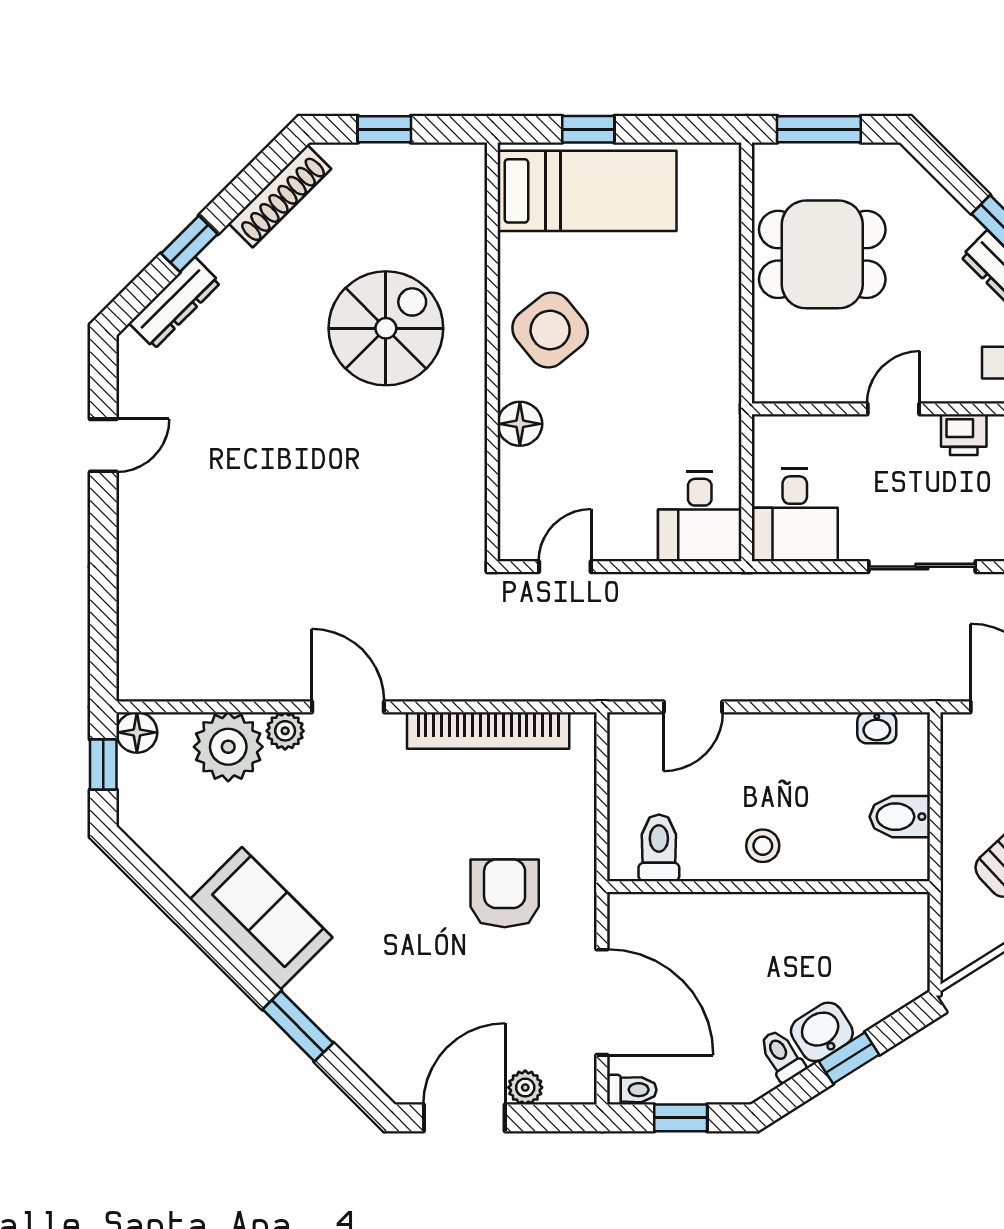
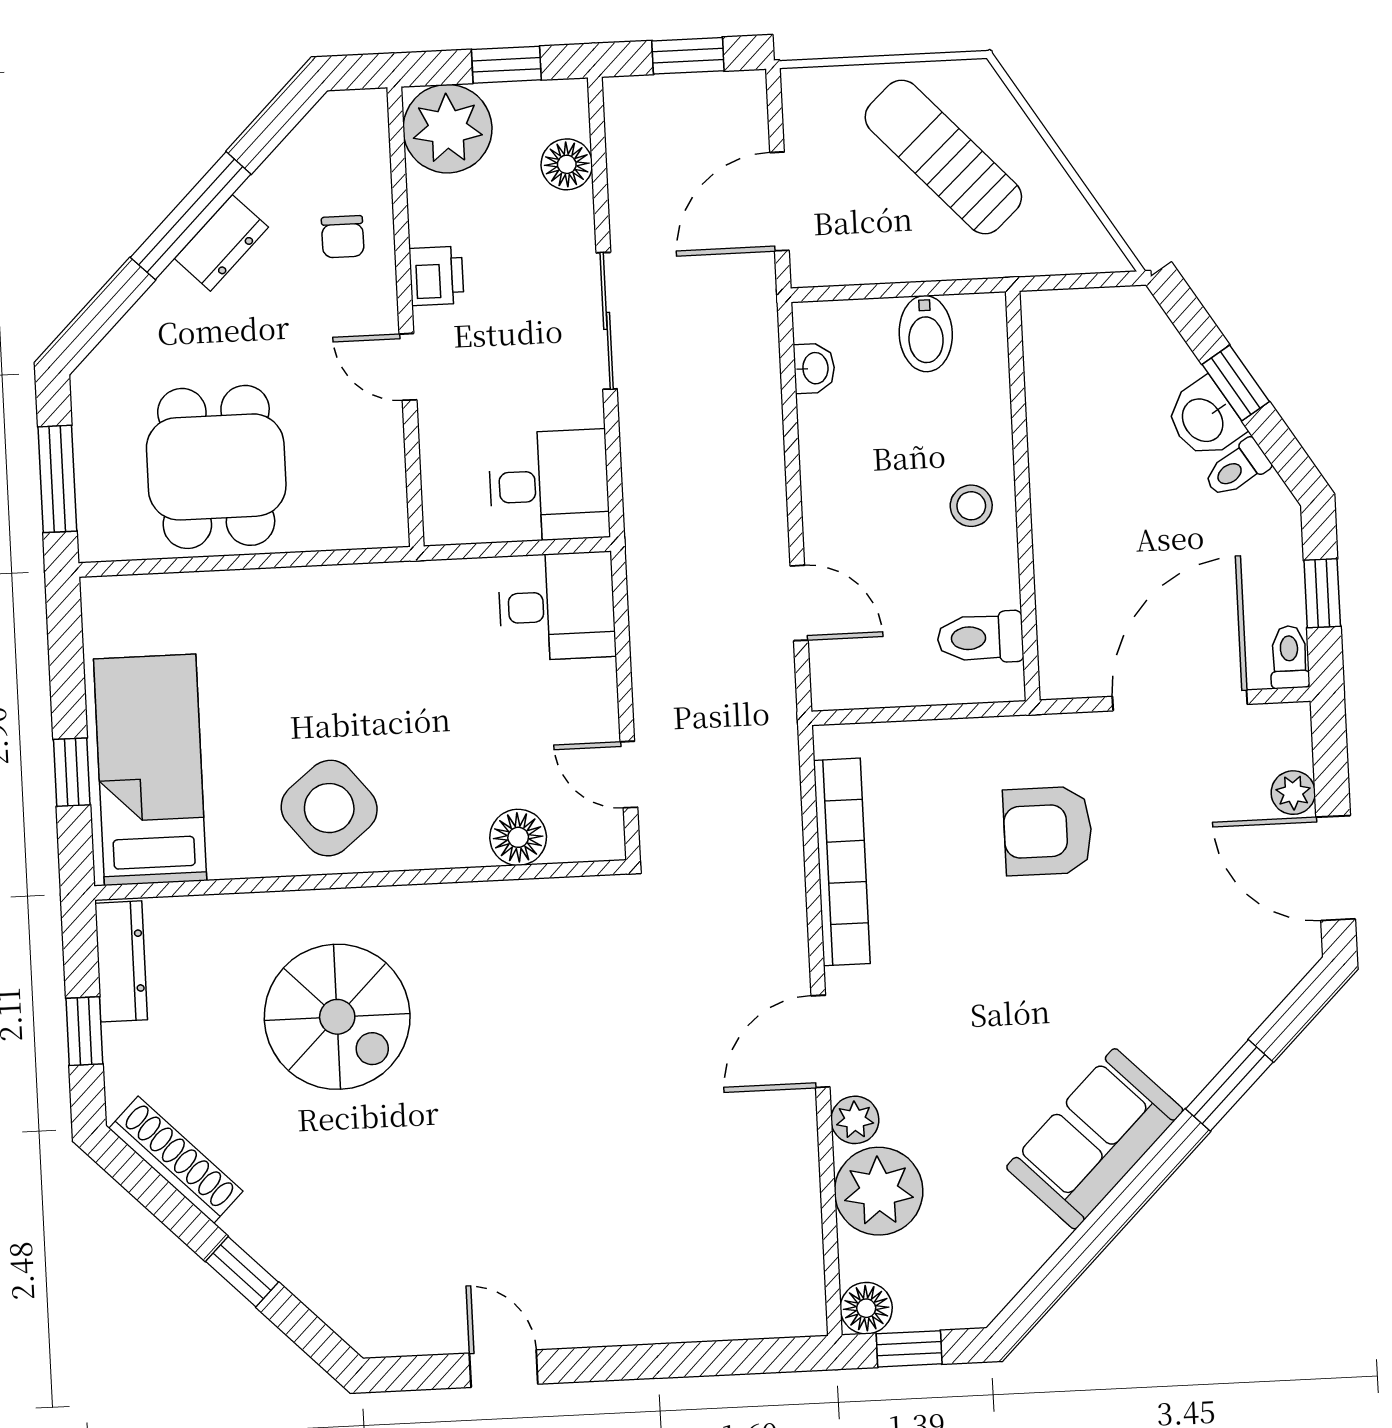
dresser: (175, 303) -> (121, 961), moved, turned 45
spiral stairs: (386, 328) -> (337, 1017), turned 180
floor lamp: (520, 424) -> (518, 837), moved

